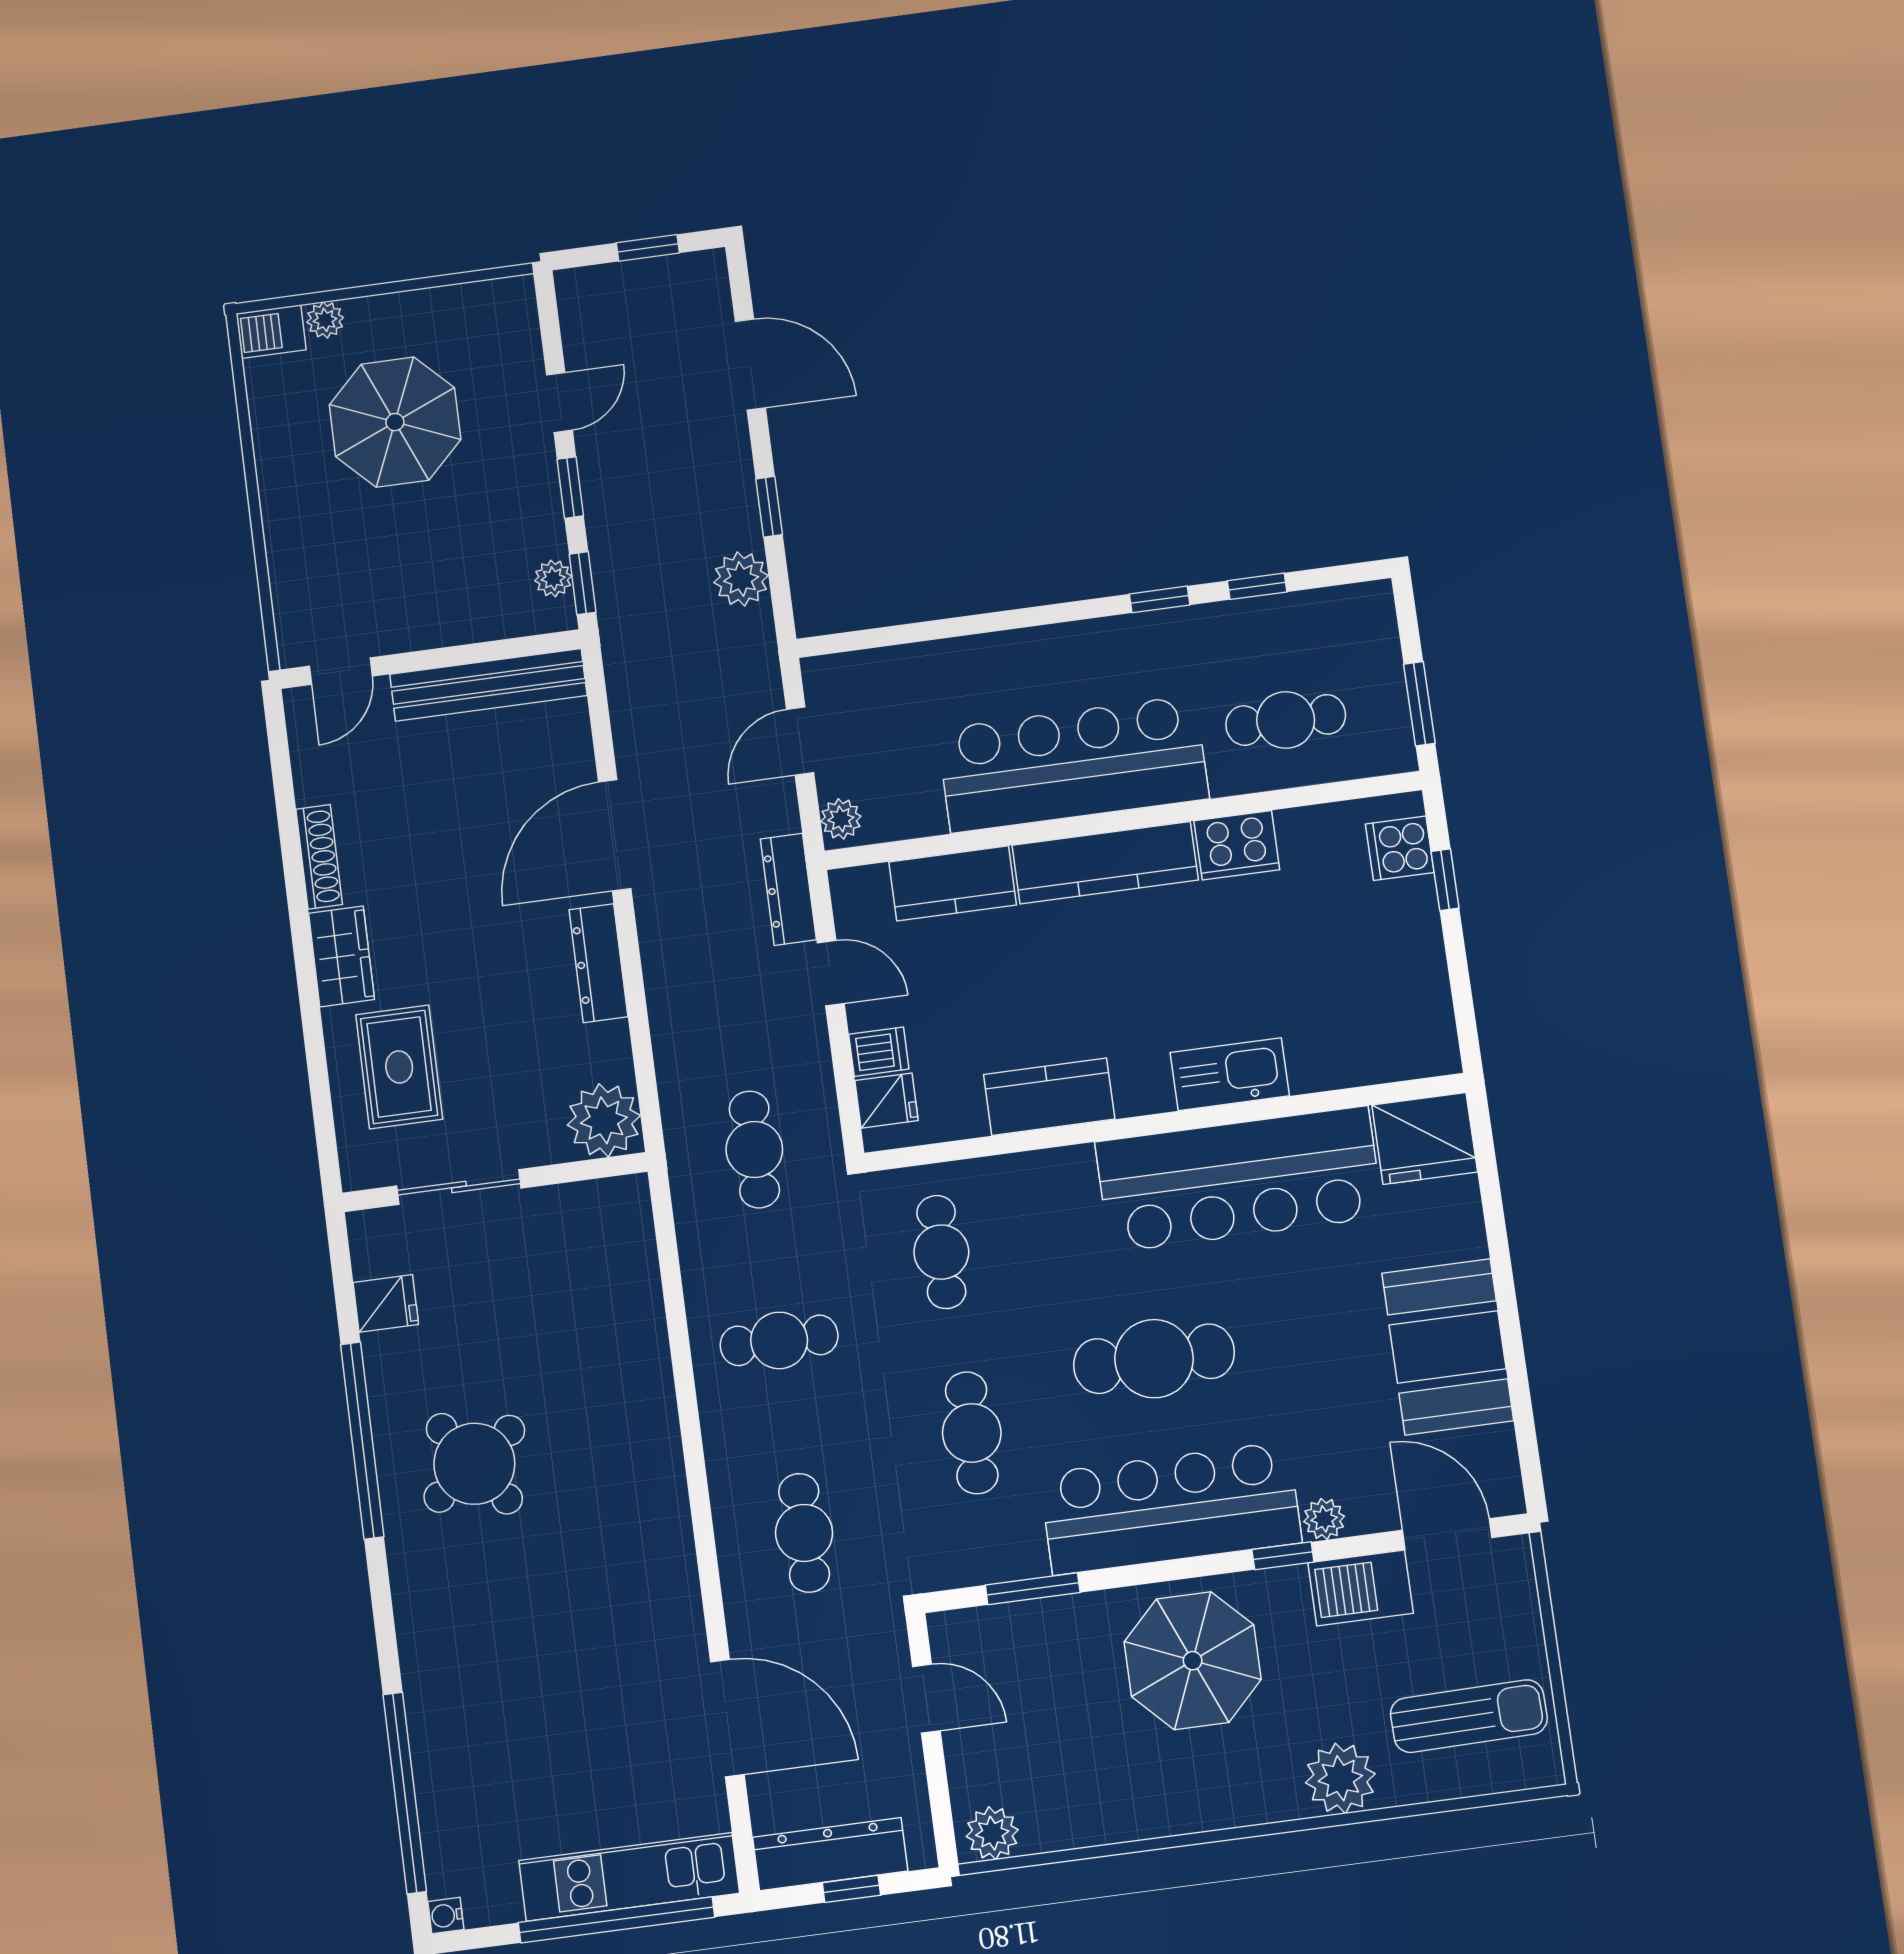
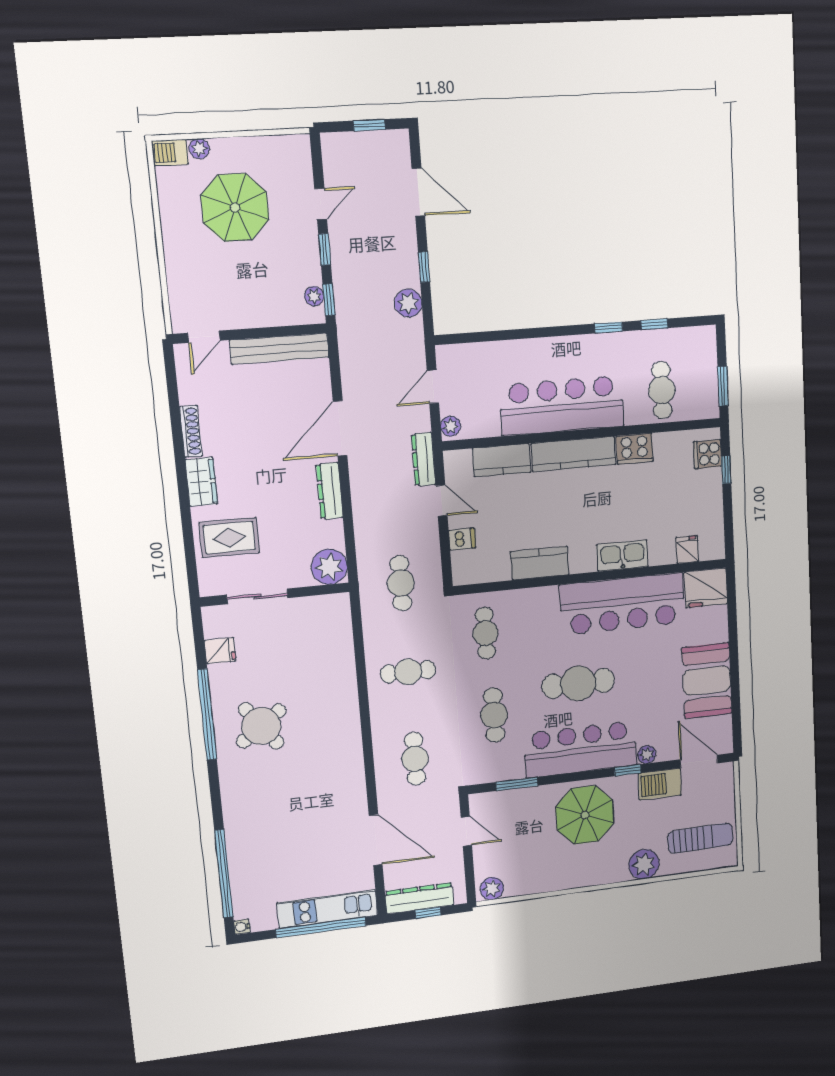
cafe table: (1286, 720) -> (662, 390), turned 90
rug: (399, 1067) -> (229, 538), turned 90
fridge: (886, 1101) -> (687, 549), moved, turned -90

